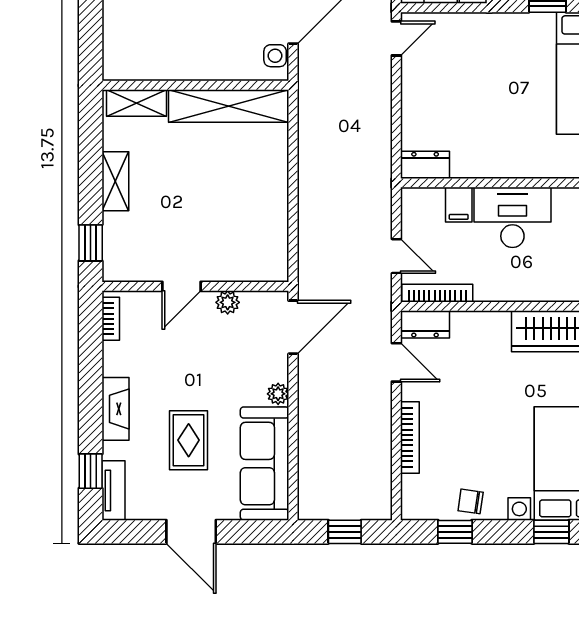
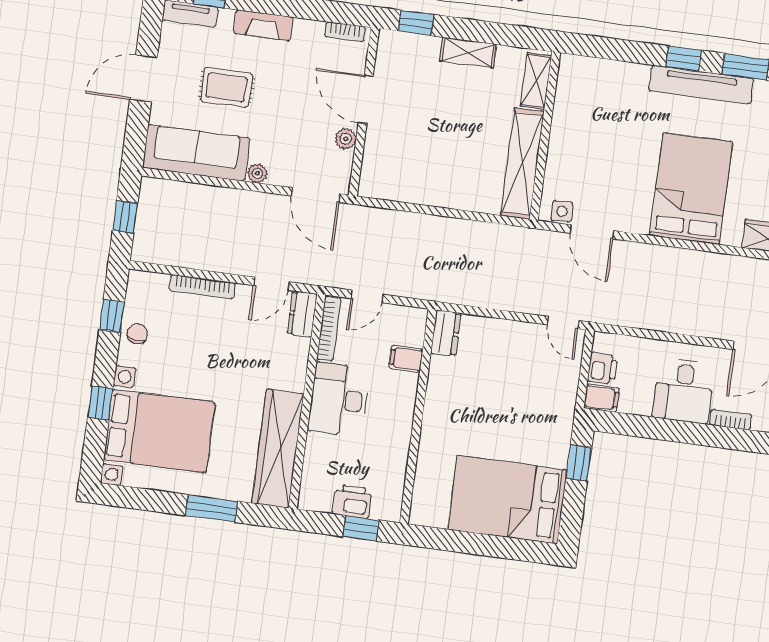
desk: (512, 217) -> (339, 400), moved, turned 180
door: (181, 286) -> (366, 99), width x1.38

